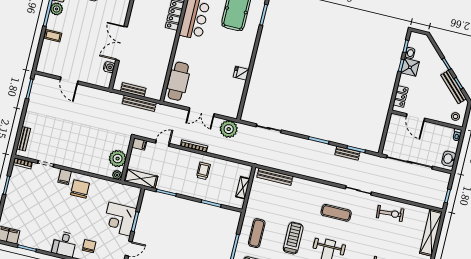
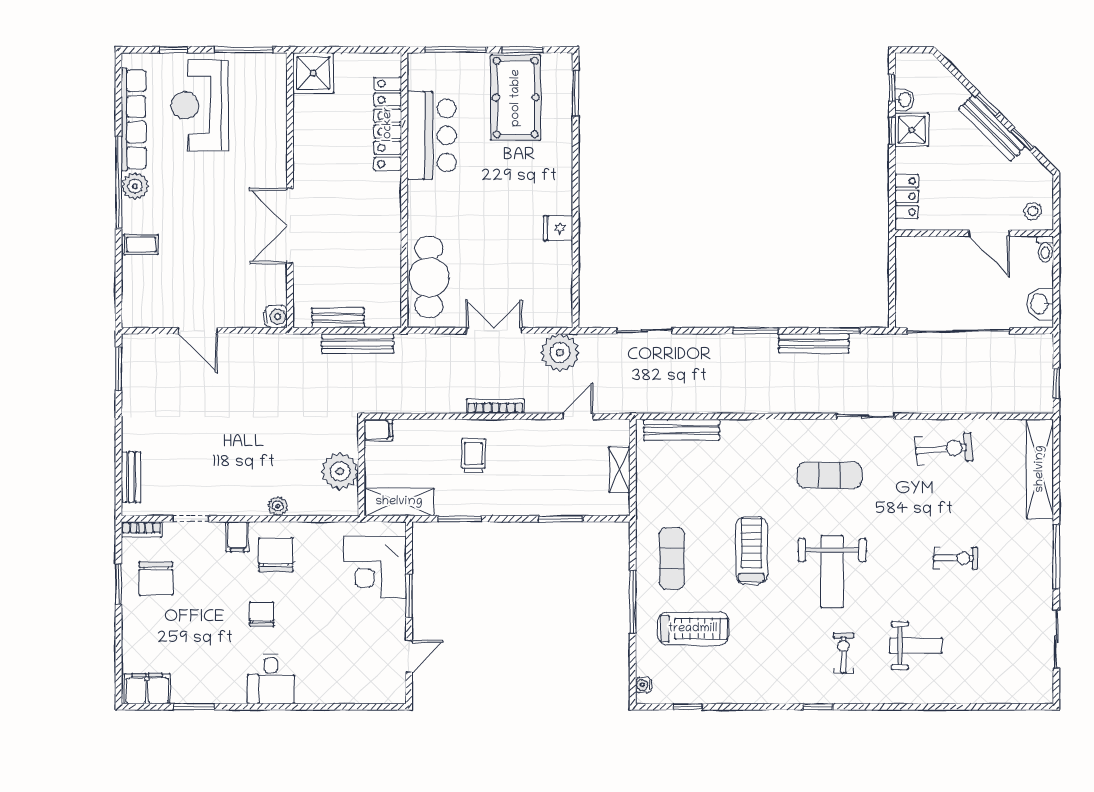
water cooler: (109, 67) -> (276, 317), moved
bench: (454, 87) -> (992, 128), moved
double door: (202, 112) -> (494, 331), swing flipped
door: (416, 117) -> (989, 233), moved
door: (162, 143) -> (578, 416), moved
bench: (347, 153) -> (814, 343), width x1.36
trolley: (203, 171) -> (473, 456), moved
plant: (117, 175) -> (278, 506), moved
chair: (24, 187) -> (156, 578), added
corner desk: (120, 219) -> (375, 567), moved
chair: (89, 246) -> (262, 614), moved

